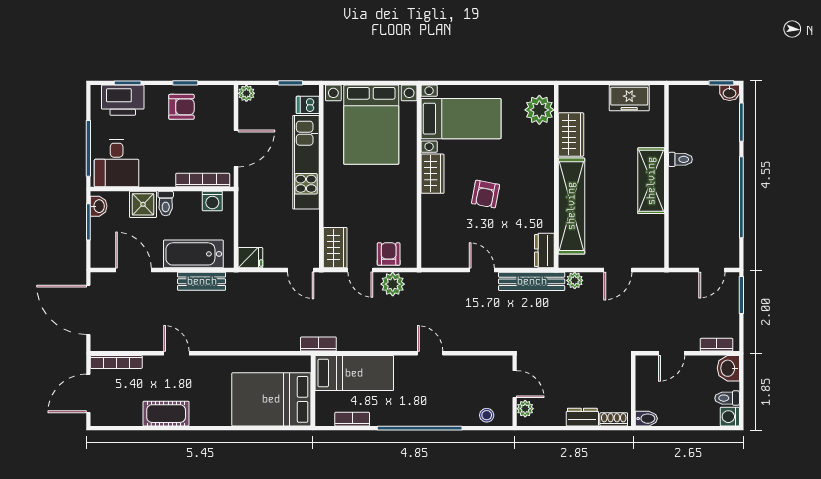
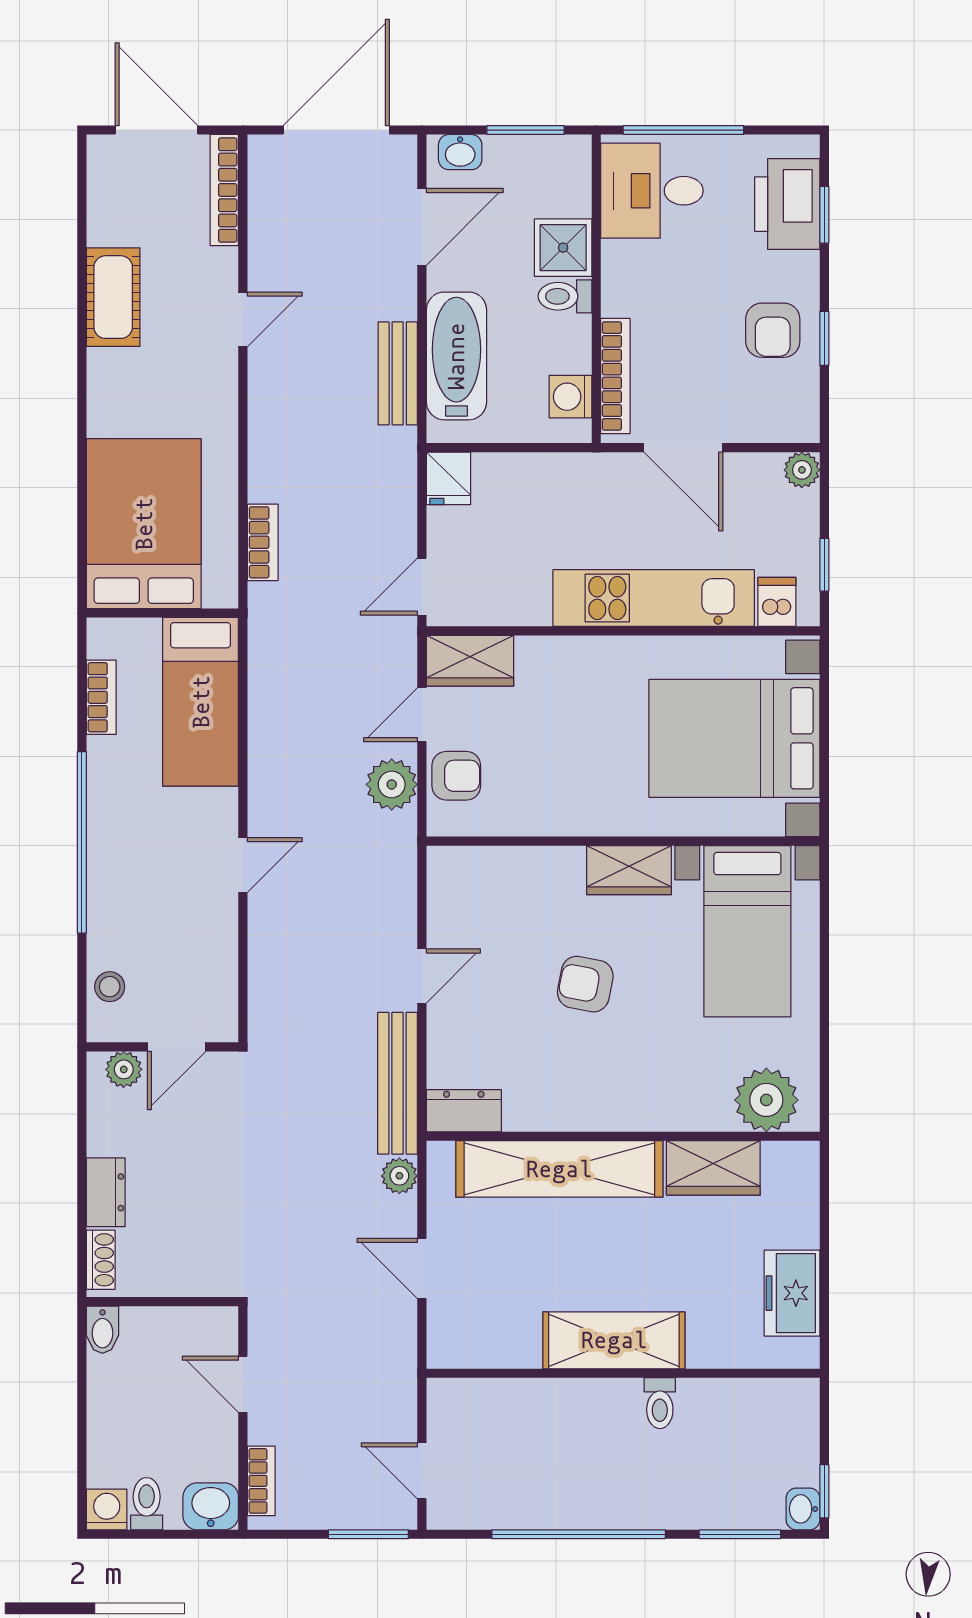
washbasin: (99, 206) -> (460, 152), moved
bookcase: (318, 344) -> (263, 542), moved

